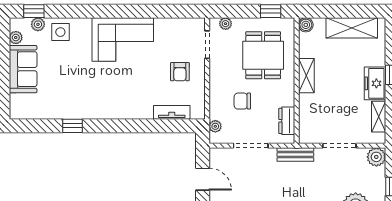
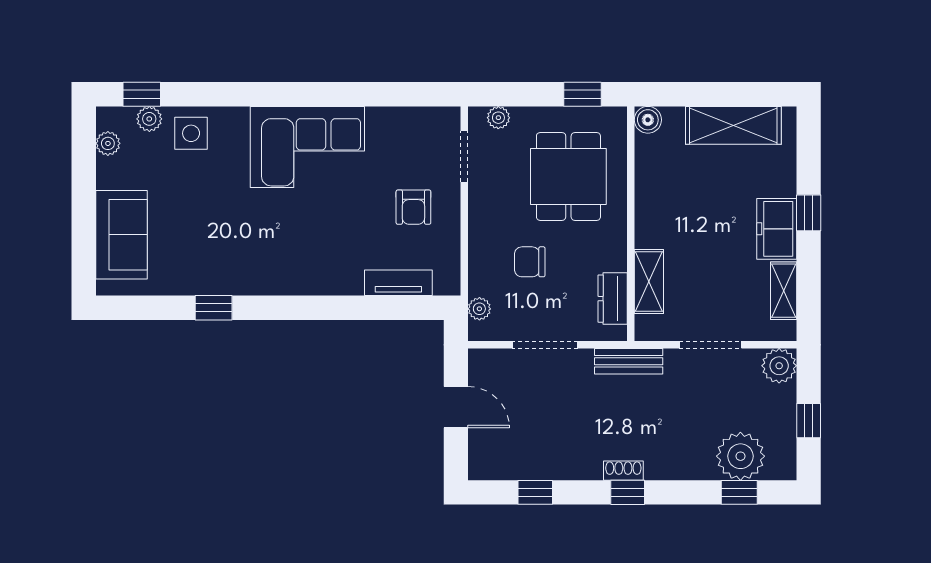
sofa: (23, 69) -> (121, 235), moved
shelving: (306, 76) -> (649, 281), moved

